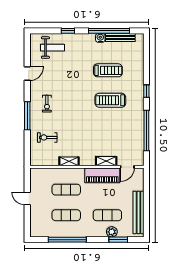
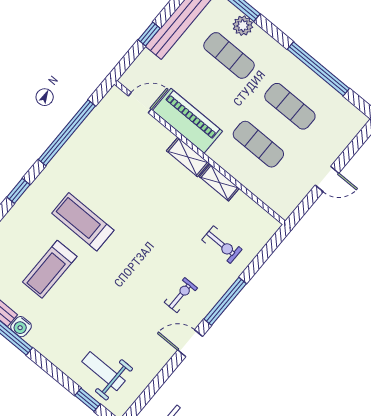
window: (68, 31) -> (87, 400), moved
treadmill: (108, 70) -> (50, 269), turned -90
door: (27, 74) -> (190, 343), moved
treadmill: (110, 100) -> (83, 222), turned 180
shelving: (106, 161) -> (188, 157), moved
window: (146, 197) -> (149, 34), added
door: (27, 198) -> (327, 179), hinge flipped

